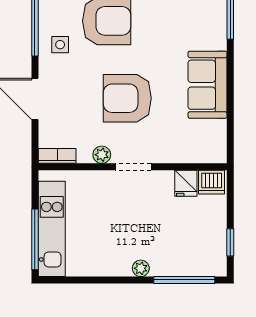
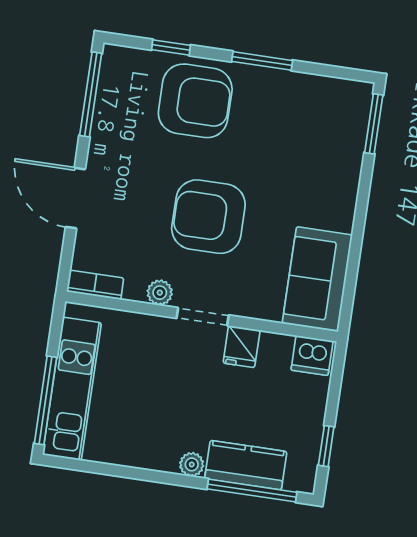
side table: (60, 45) -> (123, 125), removed
sofa: (208, 85) -> (317, 279), moved
fridge: (186, 183) -> (242, 347), moved
kitchen counter: (178, 263) -> (246, 465), added

